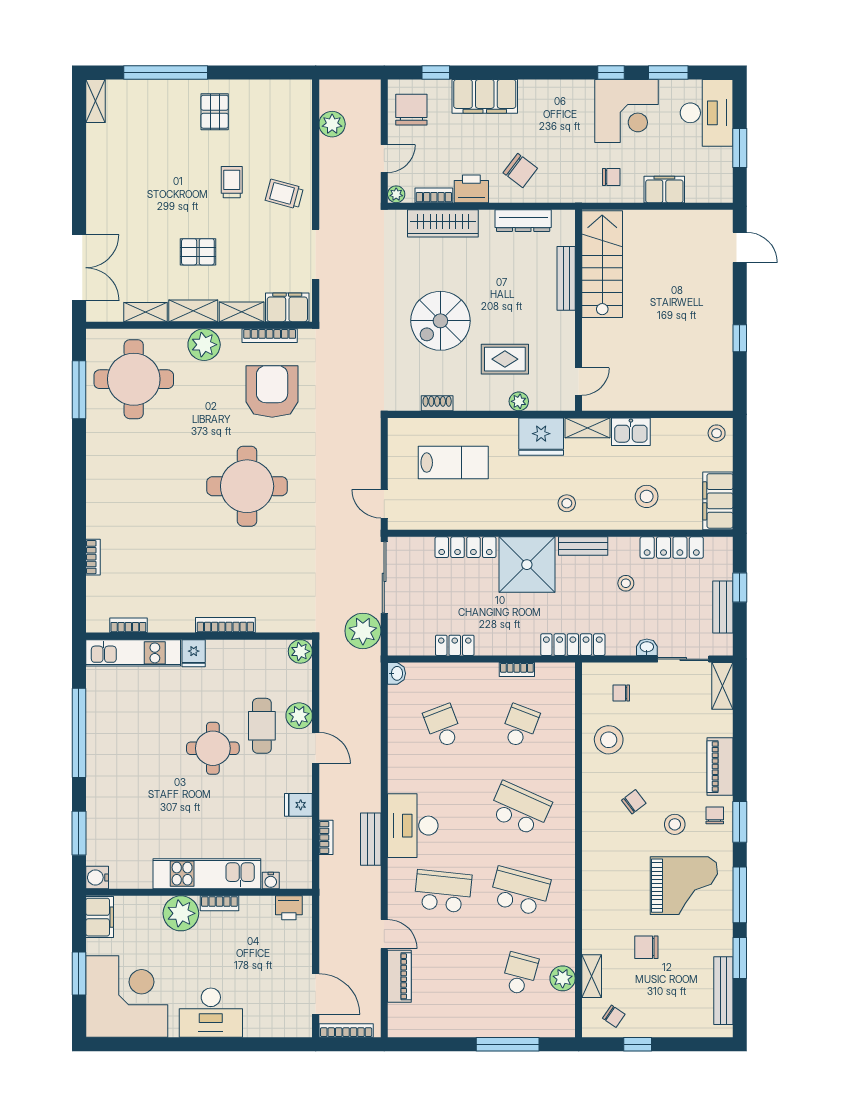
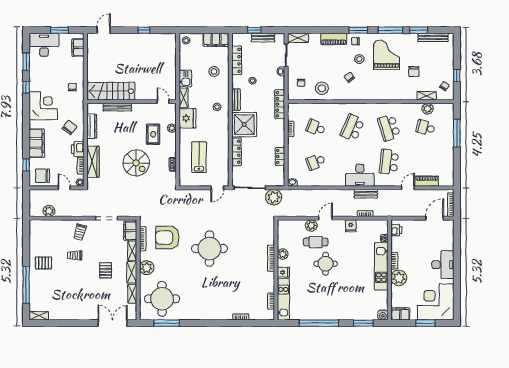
corner desk: (626, 111) -> (43, 106), moved
filing cabinet: (664, 189) -> (78, 48), moved
plant: (300, 651) -> (283, 254), moved
school desk: (520, 891) -> (389, 128), turned -33

